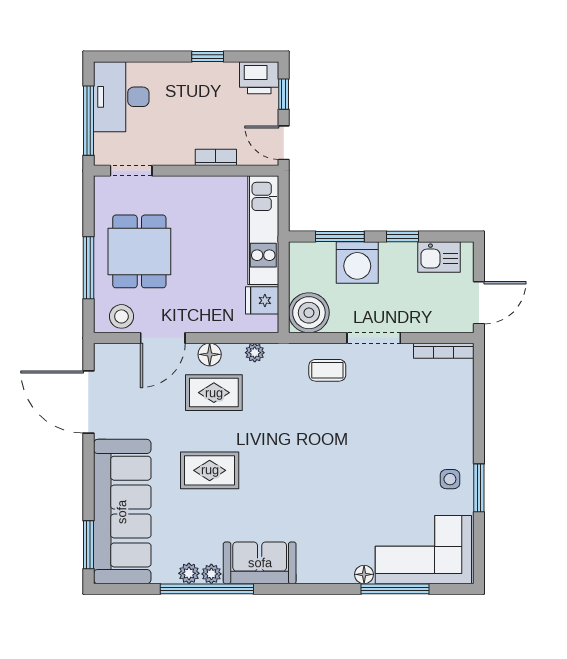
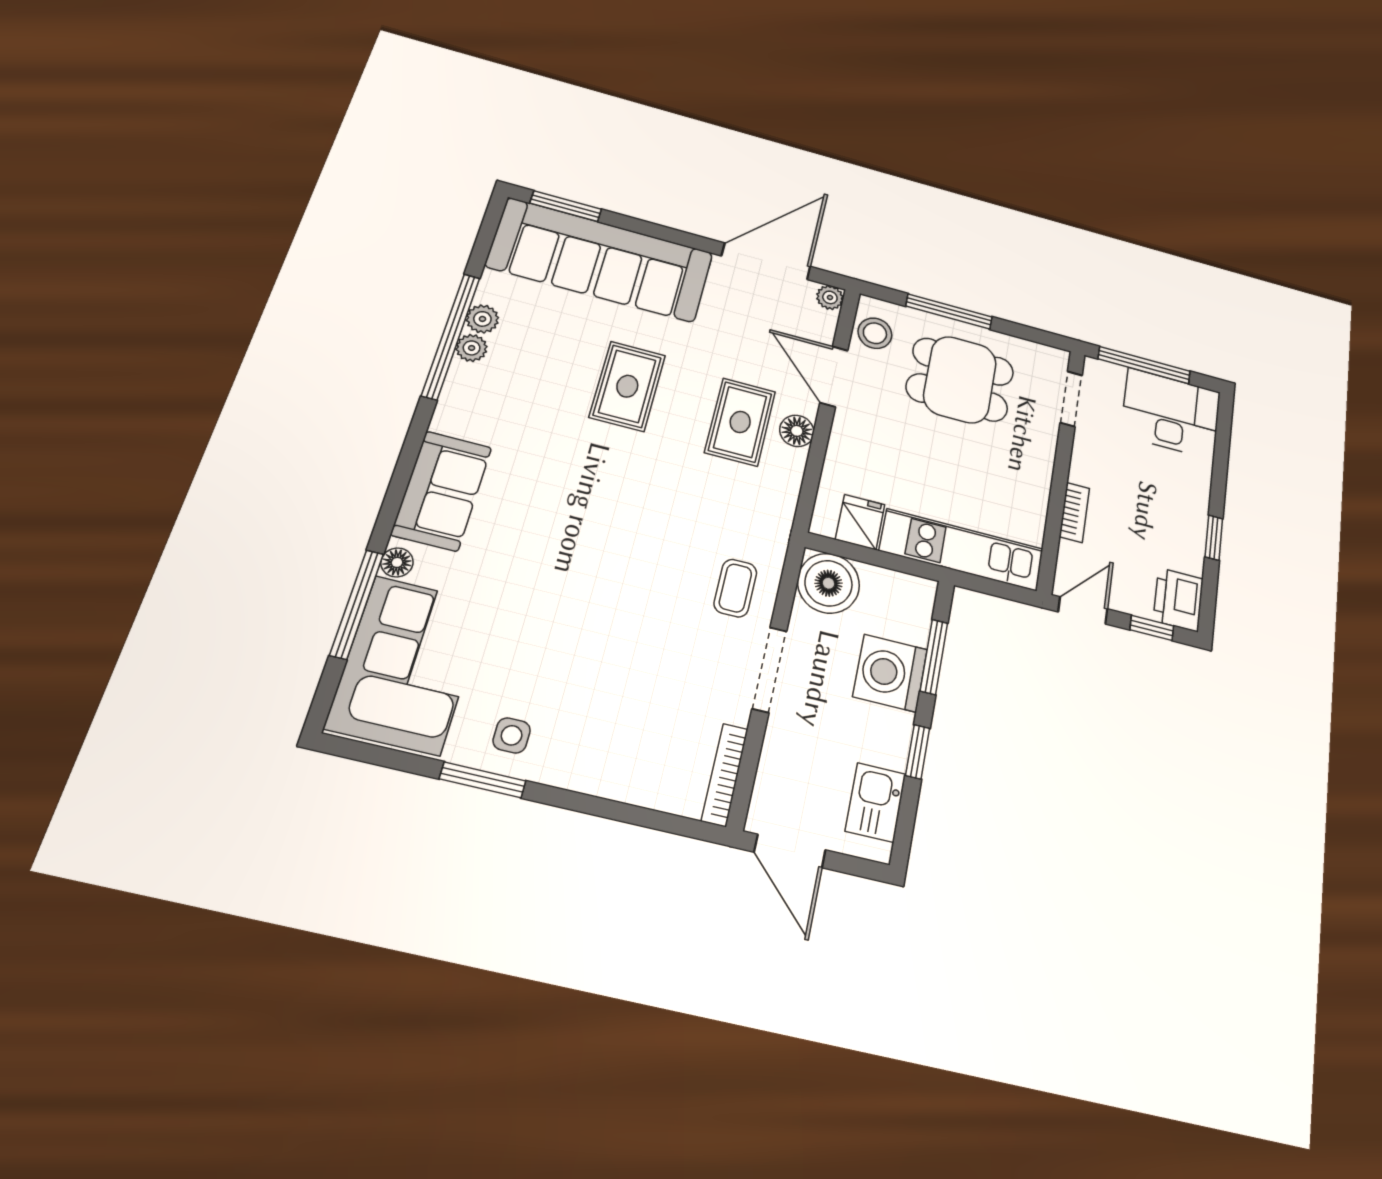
plant: (255, 353) -> (830, 297), moved
sofa: (260, 563) -> (442, 491), moved

